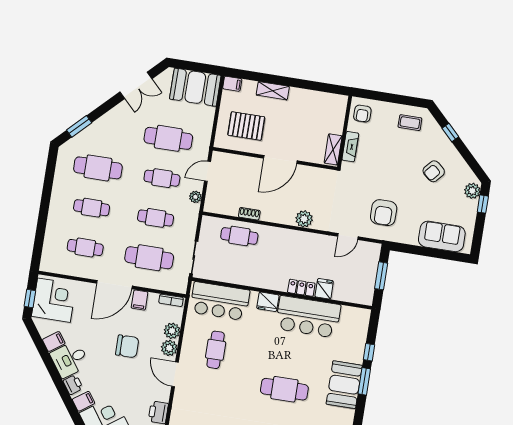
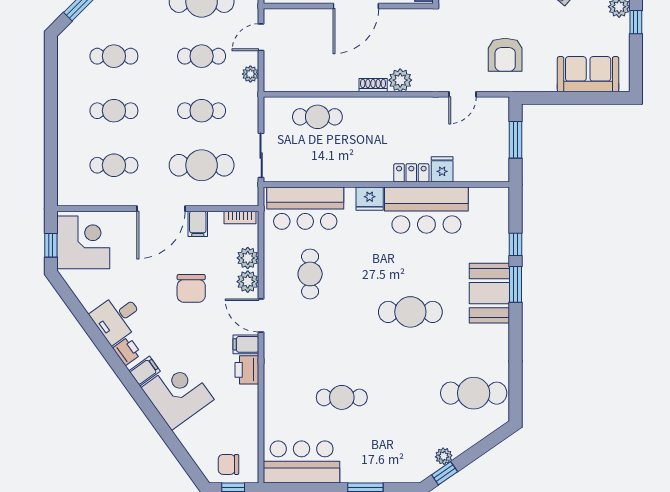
cafe table: (98, 168) -> (114, 56), width x0.73, depth x0.74
shoe rack: (249, 214) -> (373, 85), moved
filing cabinet: (54, 342) -> (246, 344), moved, turned -144
chair: (127, 346) -> (191, 288), turned 90

